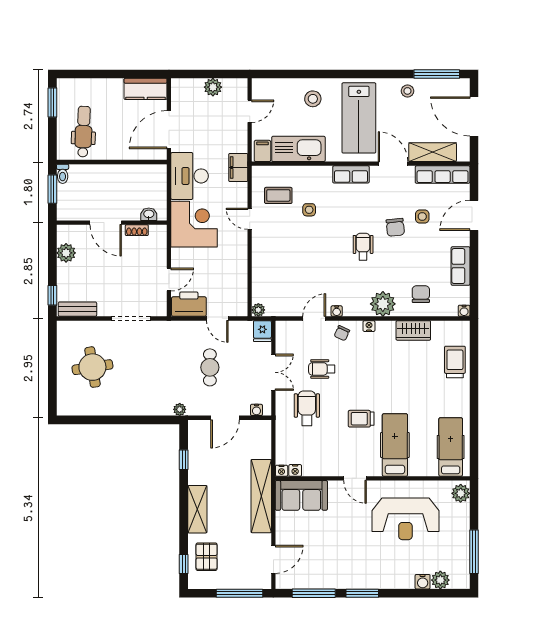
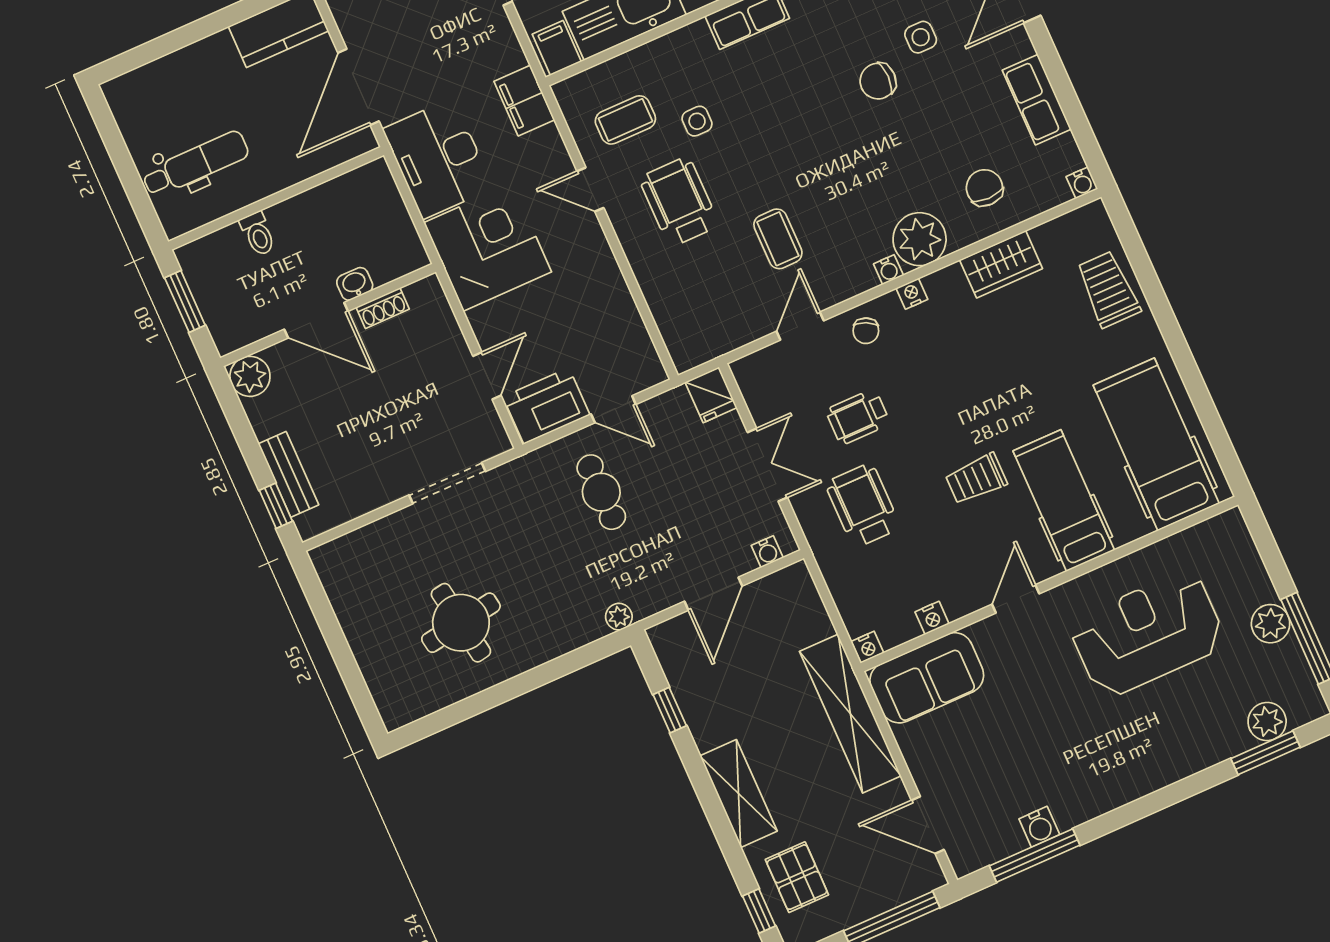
window: (52, 102) -> (111, 135), removed
dental chair: (84, 132) -> (196, 164), turned 88
toilet: (63, 174) -> (258, 234), moved
washbasin: (149, 214) -> (355, 284), moved
chair: (395, 227) -> (878, 81), turned 96
wheelchair: (363, 247) -> (679, 202), moved, width x1.36, depth x1.37
plant: (66, 253) -> (250, 376), moved
coffee table: (321, 276) -> (778, 239), added
bench: (77, 309) -> (288, 474), moved, turned 90
plant: (258, 310) -> (685, 357), removed
water cooler: (337, 311) -> (888, 270), moved
round table: (92, 367) -> (461, 623), moved
cafe table: (210, 367) -> (601, 492), moved
hospital bed: (451, 447) -> (1156, 444), width x1.37, depth x1.29
nightstand: (295, 470) -> (932, 618), moved
door: (355, 478) -> (1016, 599), swing flipped
plant: (461, 493) -> (1271, 624), moved
reception desk: (405, 519) -> (1147, 634), turned 180
door: (273, 559) -> (928, 825), swing flipped
water cooler: (423, 582) -> (1039, 827), moved
window: (362, 593) -> (1265, 753), moved

